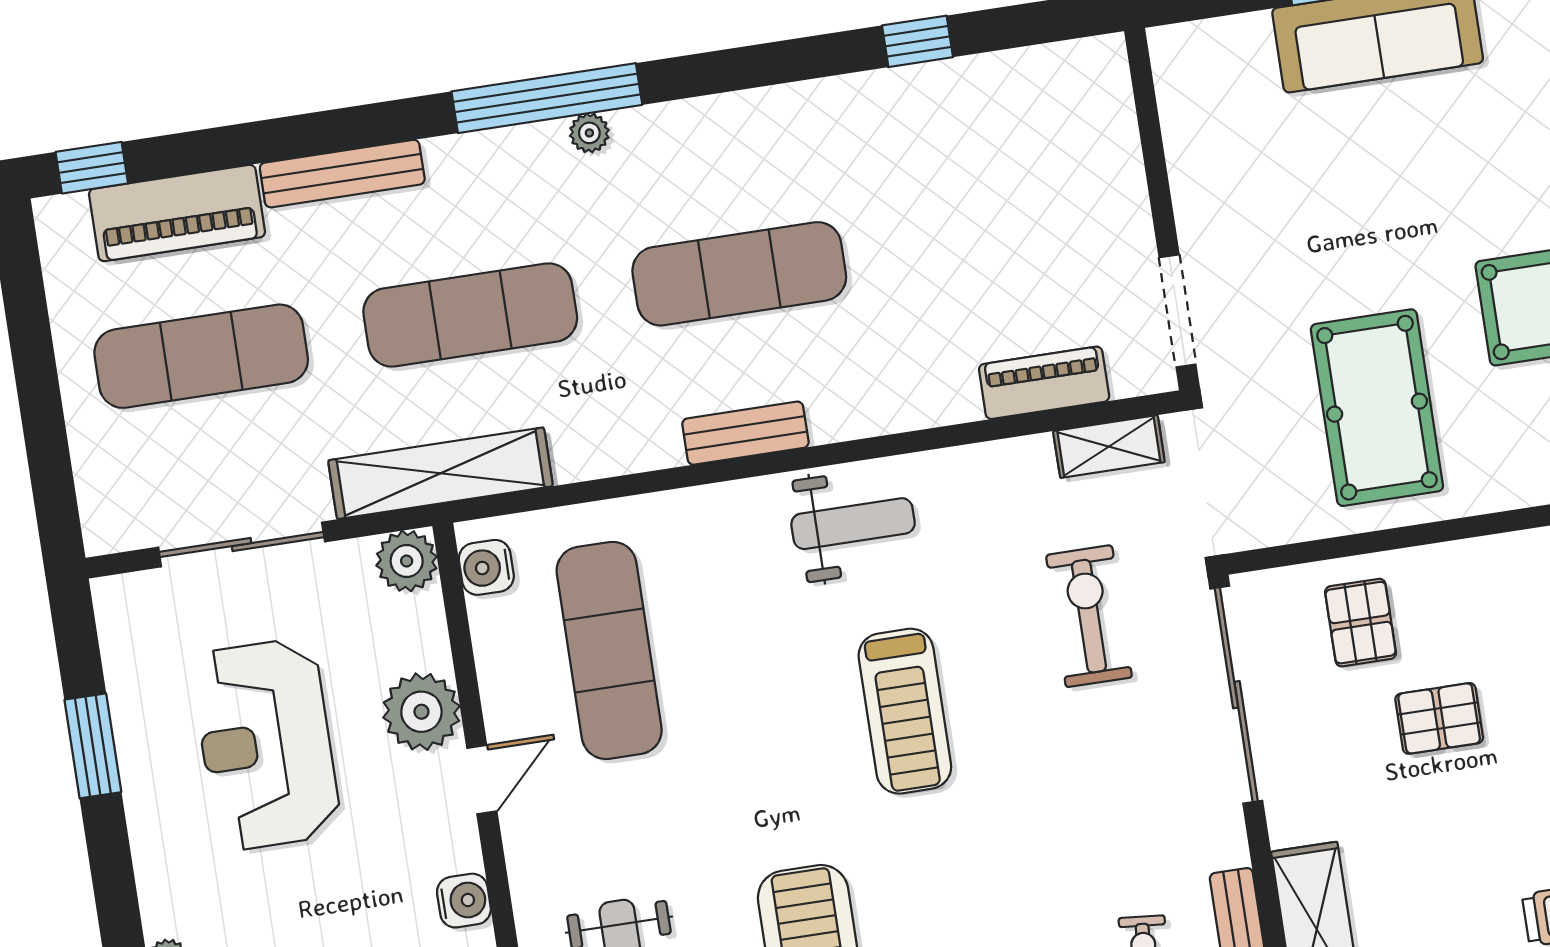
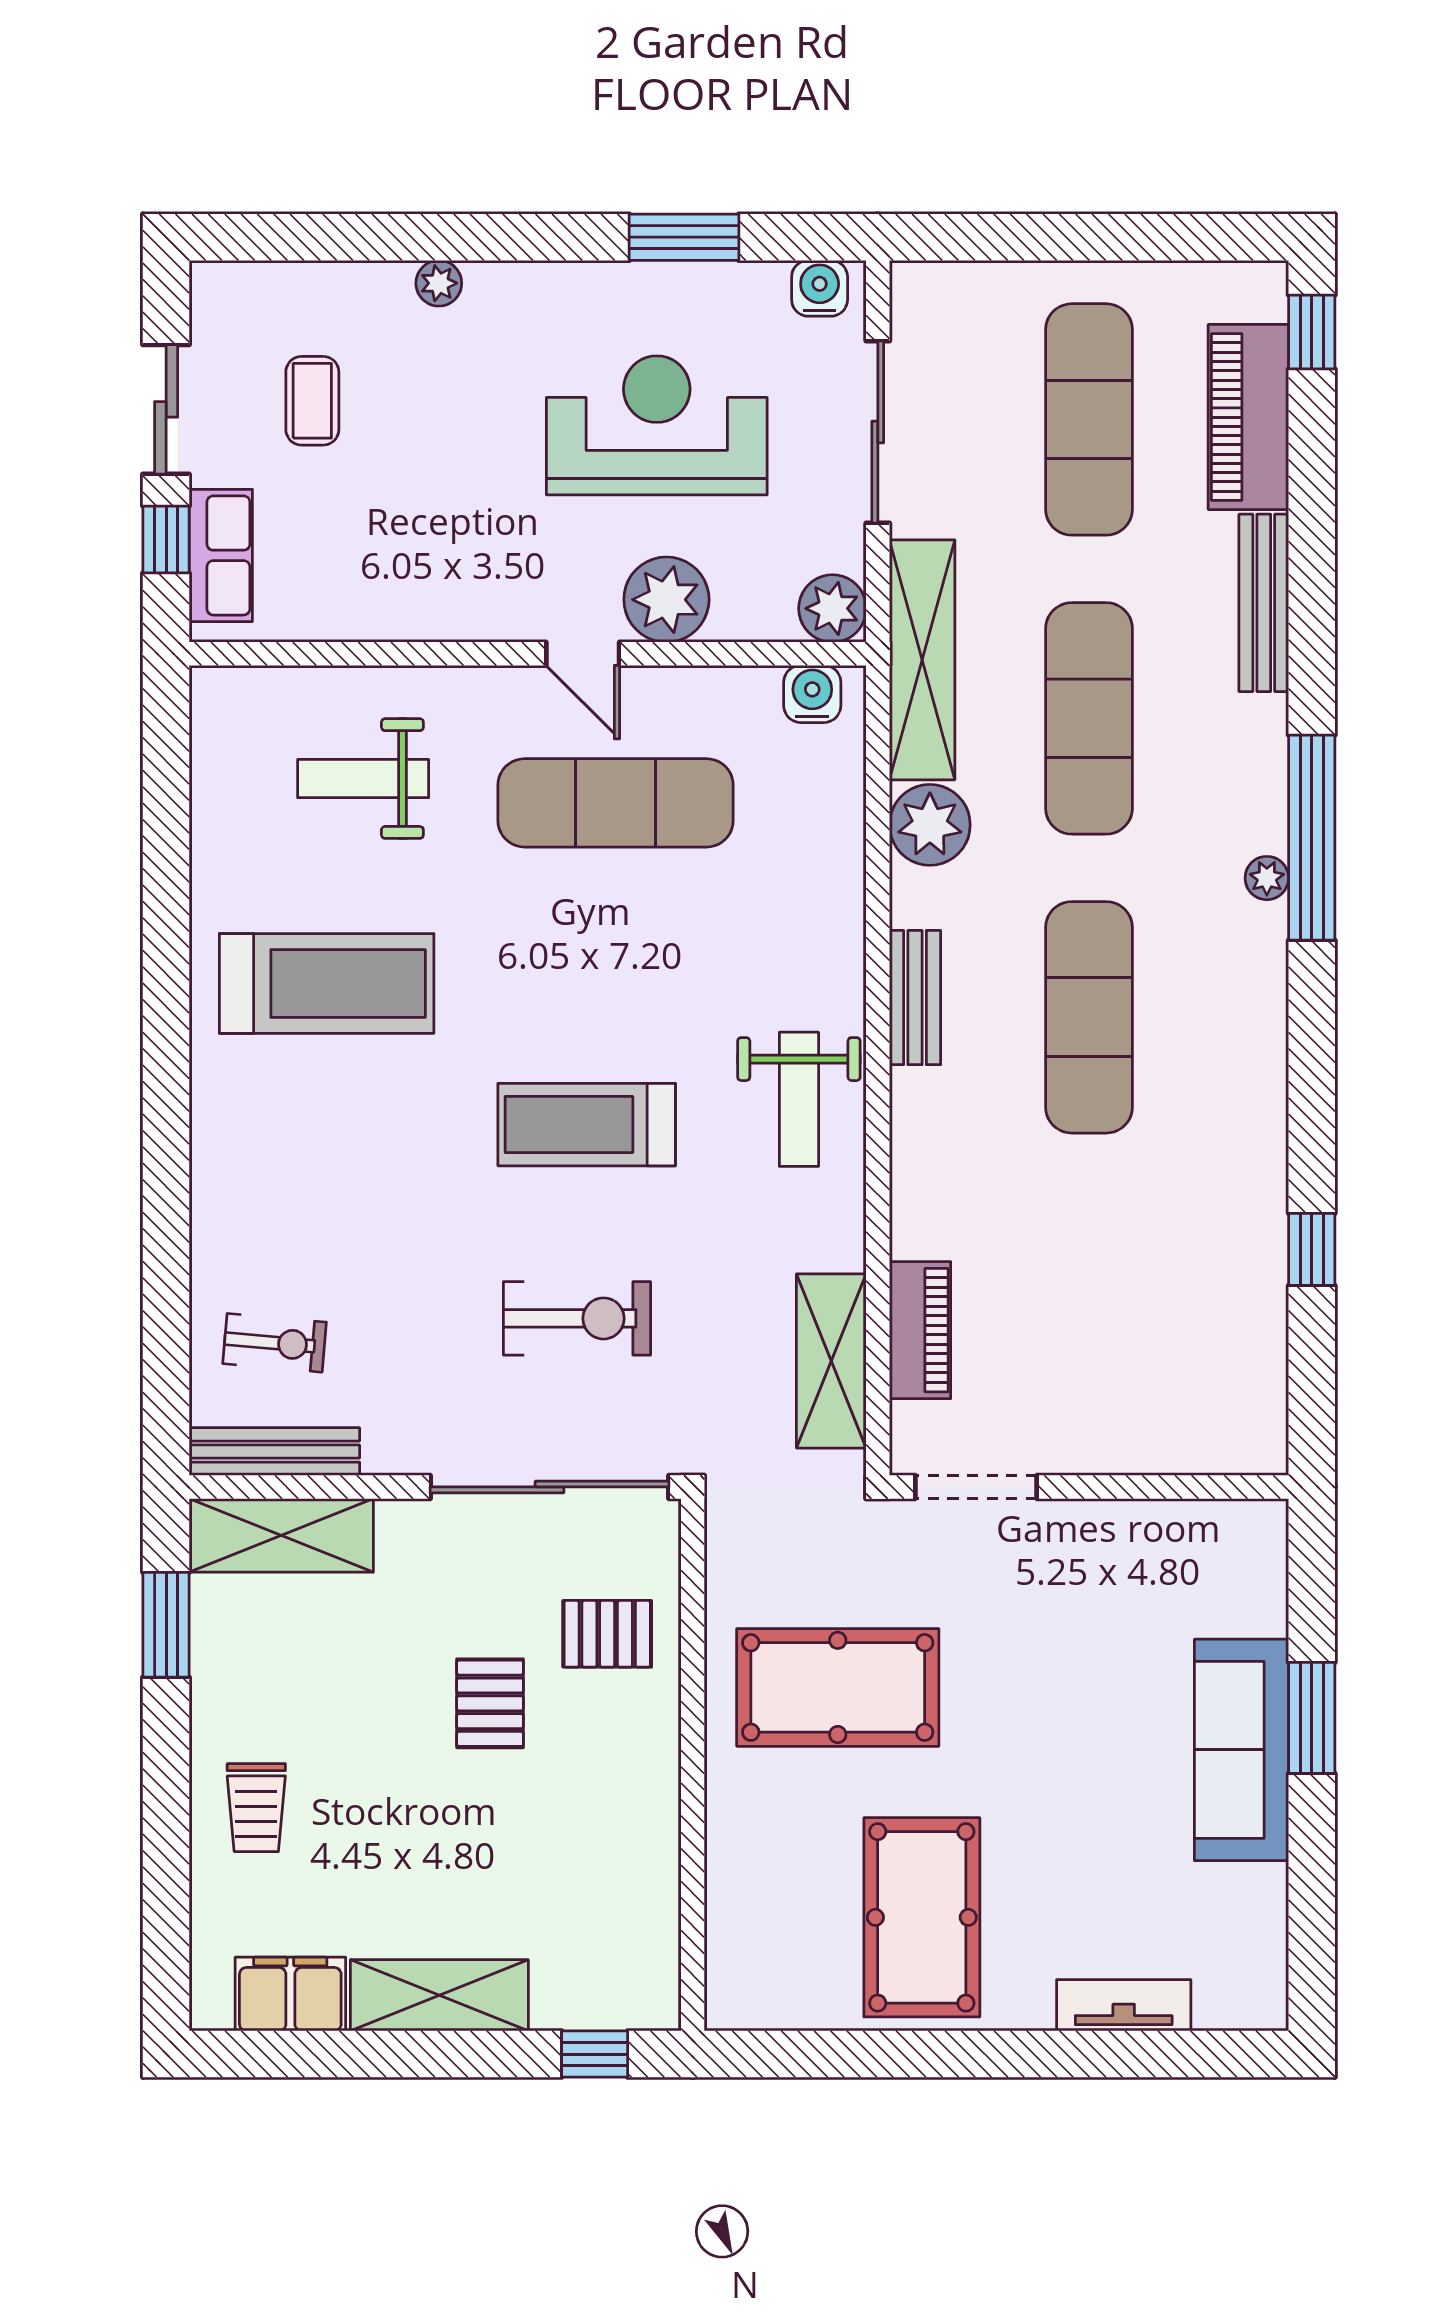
plant: (588, 444) -> (930, 825), added
shelving: (1109, 447) -> (831, 1361), width x1.50, depth x1.33
exercise bike: (1089, 616) -> (577, 1318), moved
exercise mat: (609, 650) -> (616, 803), moved
water cooler: (464, 901) -> (820, 288), moved, turned 180

